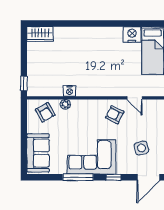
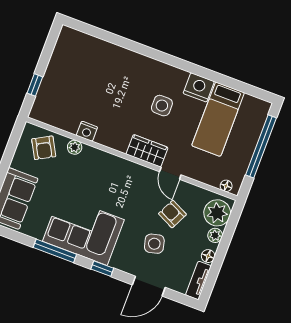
wardrobe: (40, 34) -> (147, 151), moved, turned 180
side table: (112, 55) -> (162, 106), added
window: (24, 83) -> (35, 85), moved
armchair: (115, 115) -> (172, 214), moved

